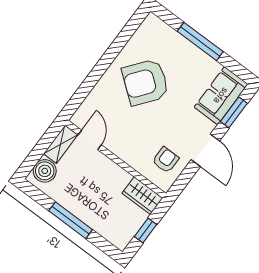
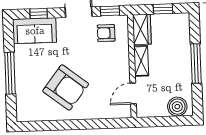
window: (234, 112) -> (39, 13), width x0.67
shelving: (61, 144) -> (141, 61), moved, turned 90
window: (183, 180) -> (110, 11), added

